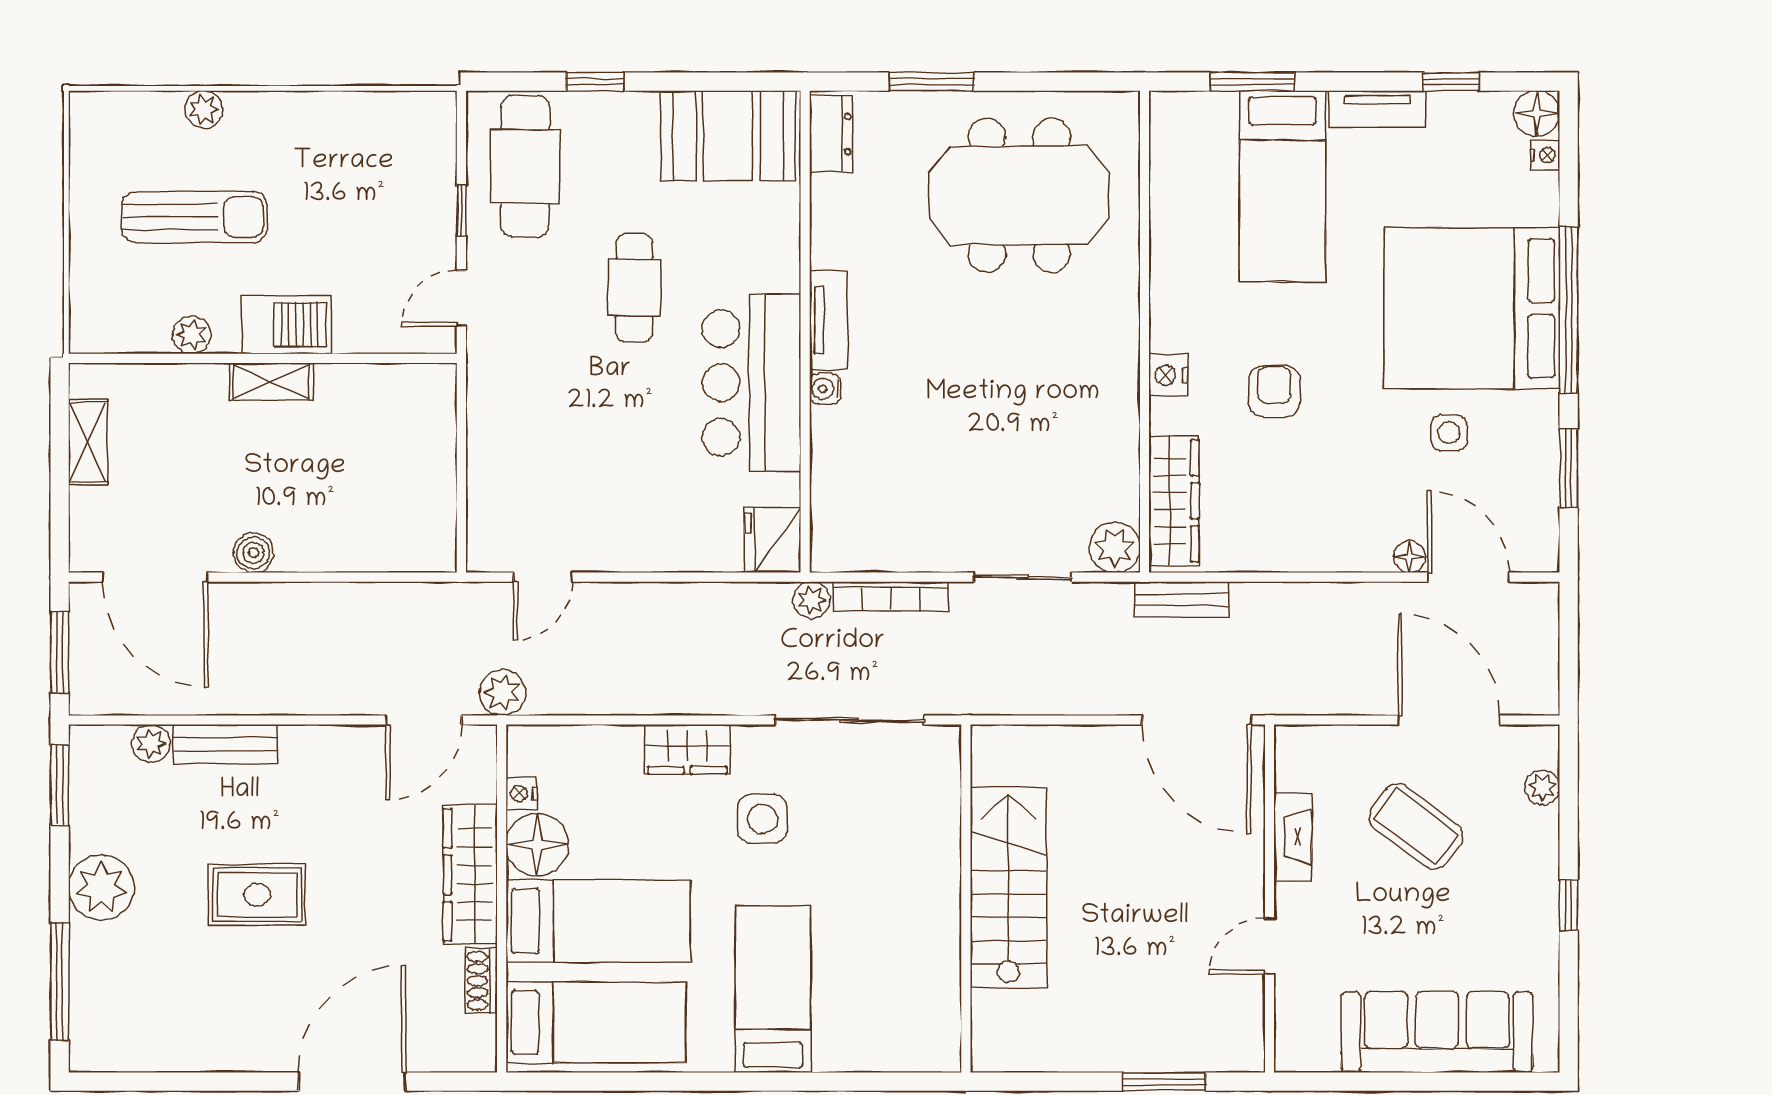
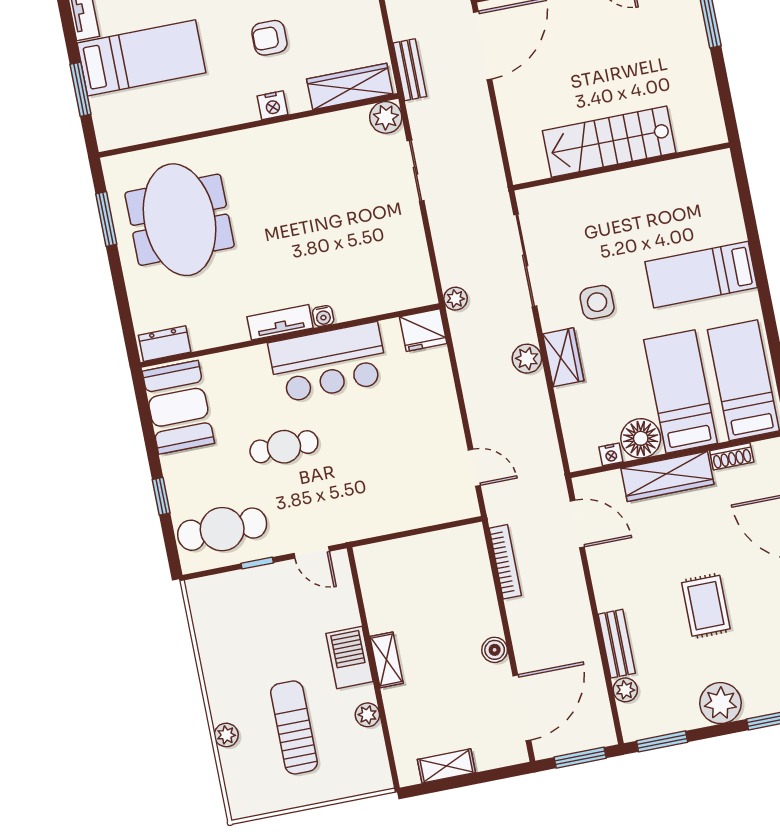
window: (932, 82) -> (106, 219), moved
bookcase: (891, 596) -> (505, 562), moved
plant: (502, 693) -> (527, 359), moved

